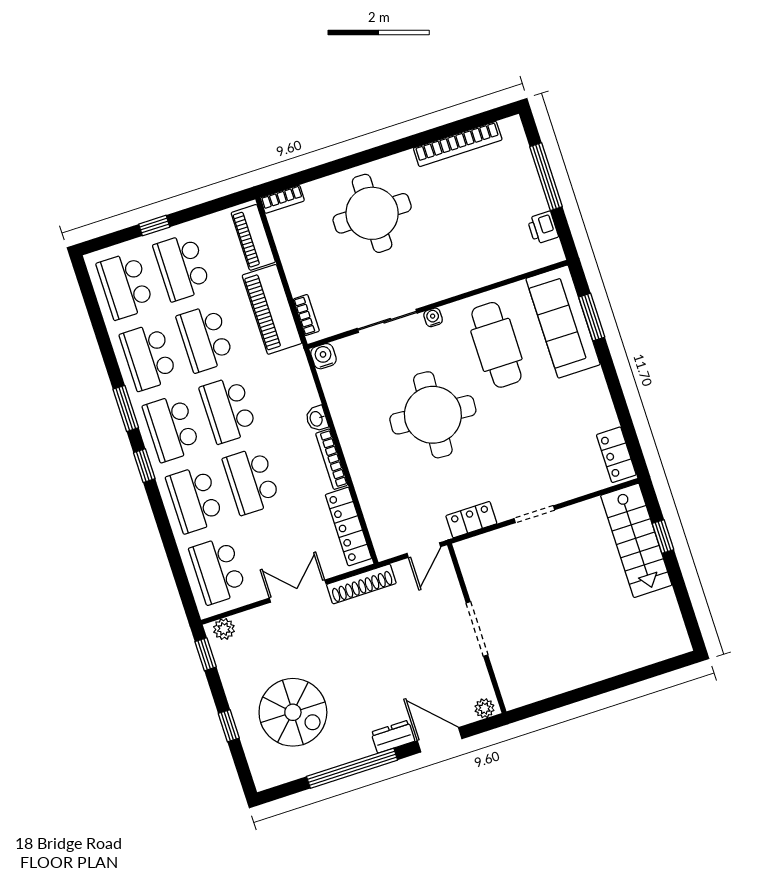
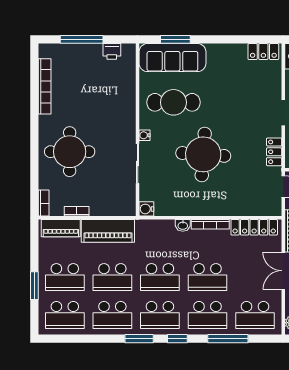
window: (154, 226) -> (34, 286), width x1.50
bookcase: (306, 315) -> (77, 211), moved
window: (169, 541) -> (228, 339), added

